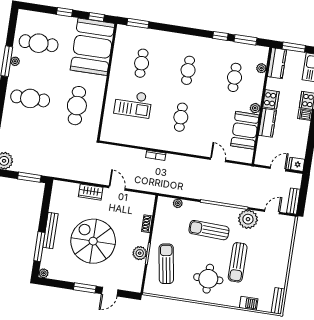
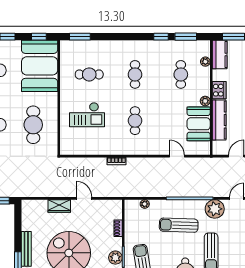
cafe table: (142, 63) -> (89, 74), turned 90
kitchen counter: (267, 123) -> (219, 120), width x1.50

